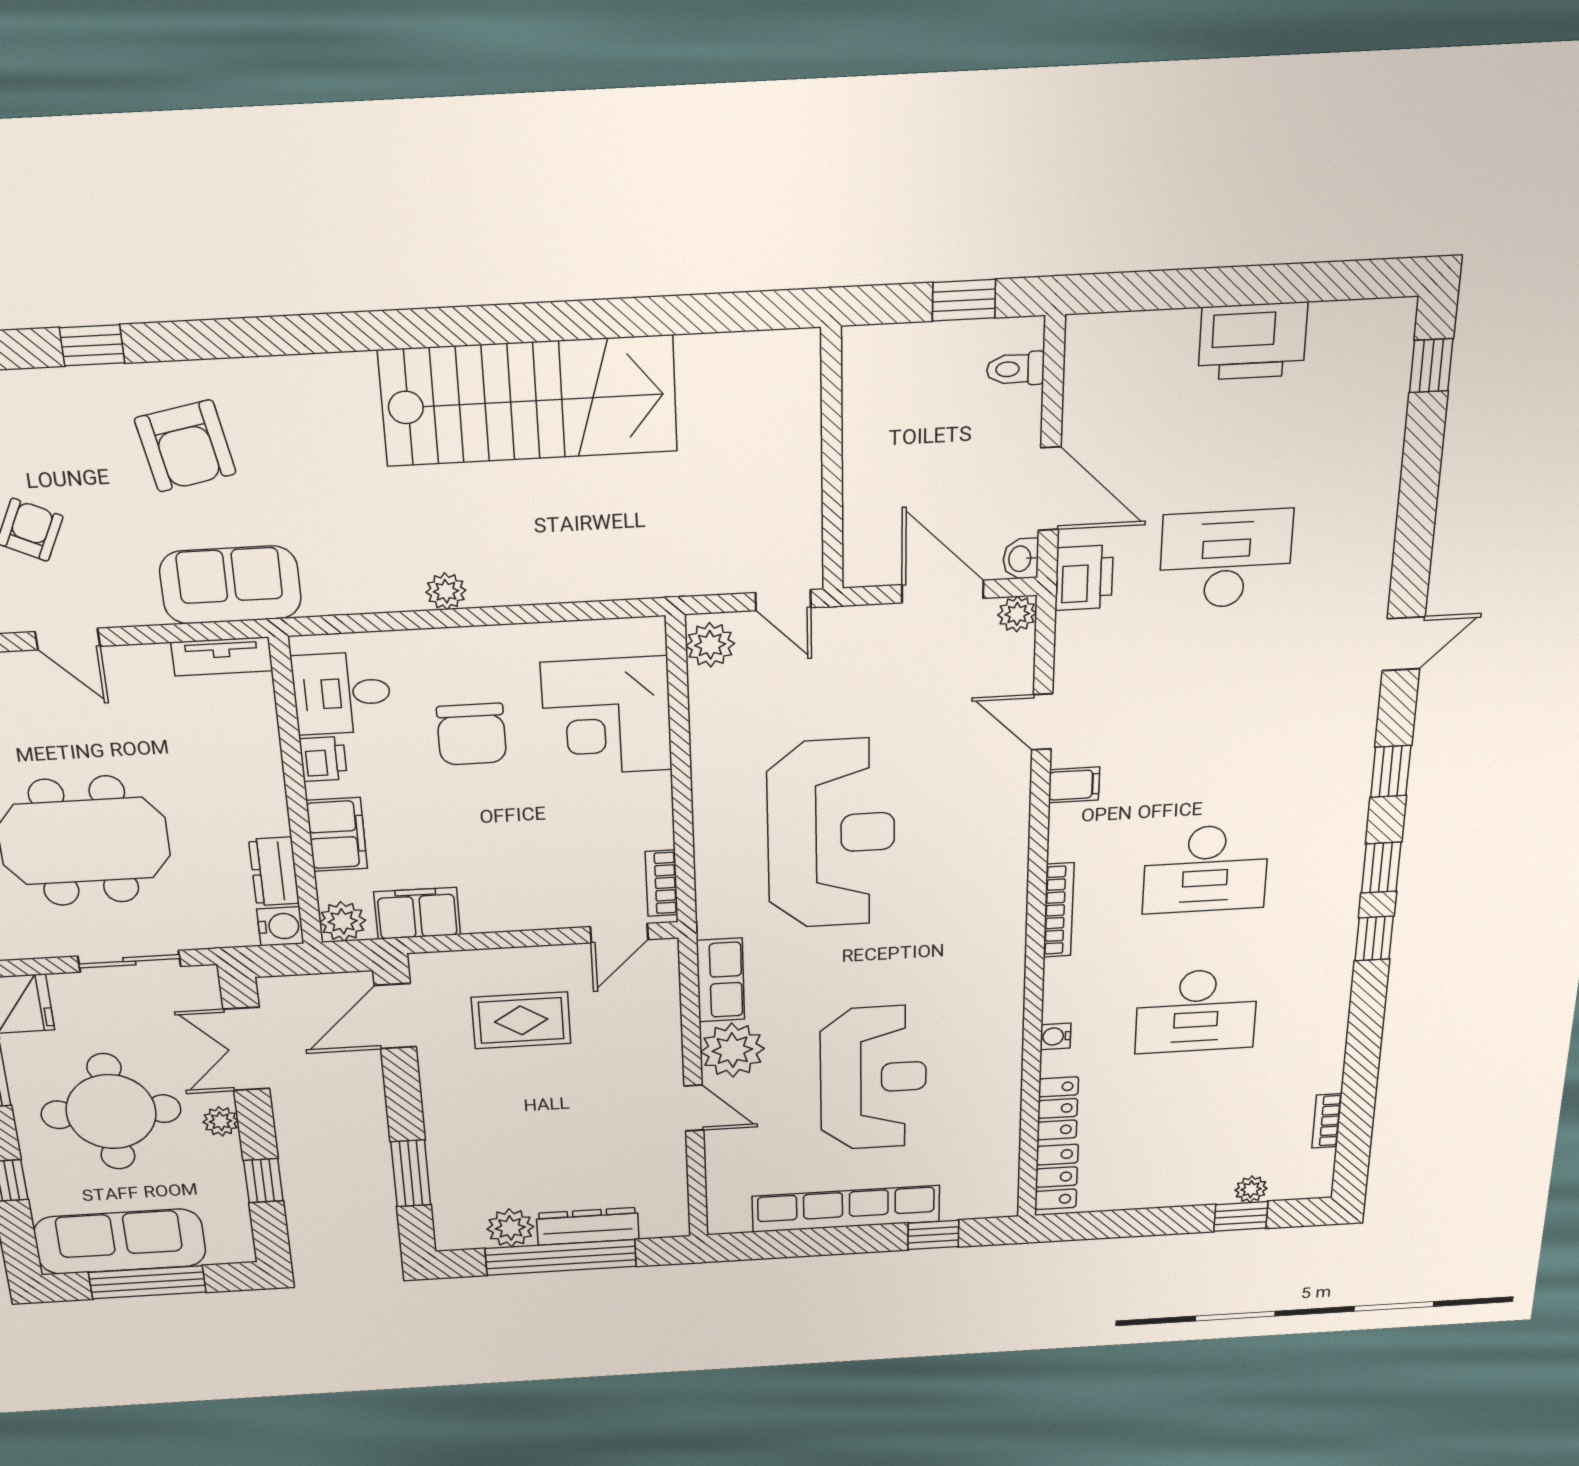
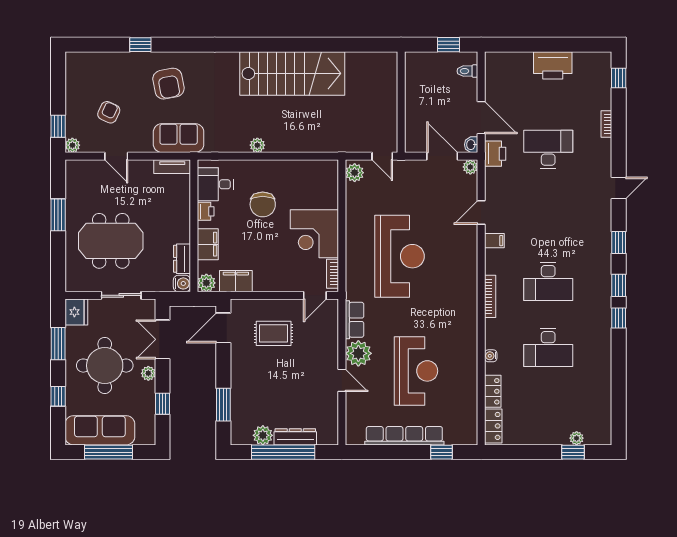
corner desk: (607, 716) -> (314, 234), moved
door: (1042, 722) -> (481, 213), hinge flipped
bookcase: (1327, 1121) -> (606, 124), moved

